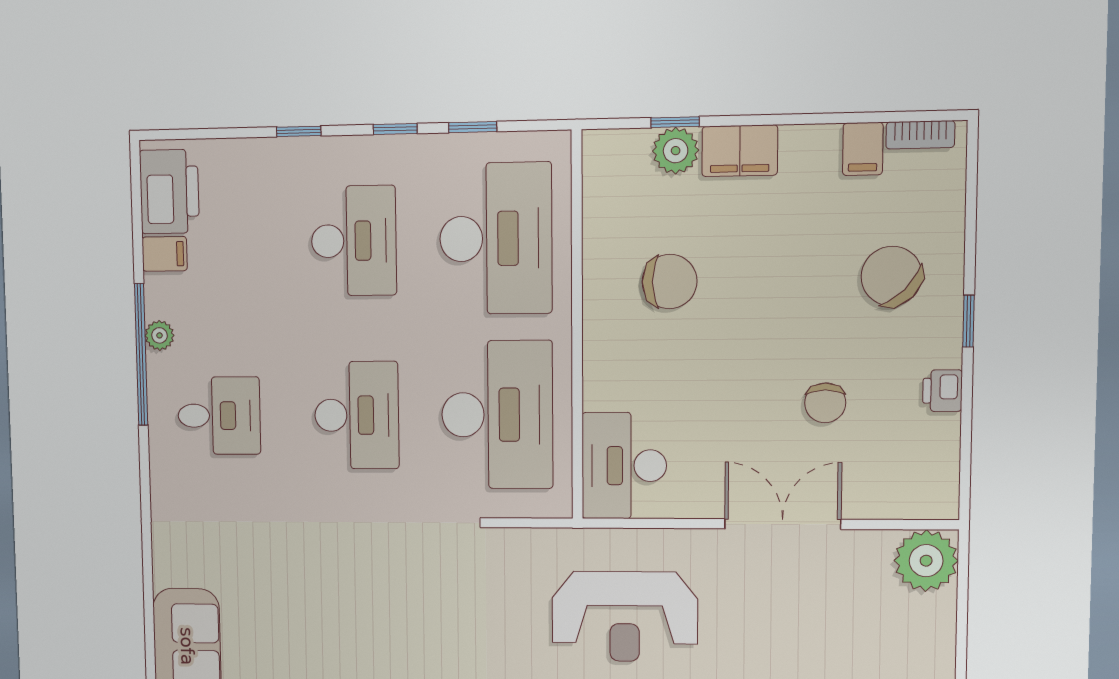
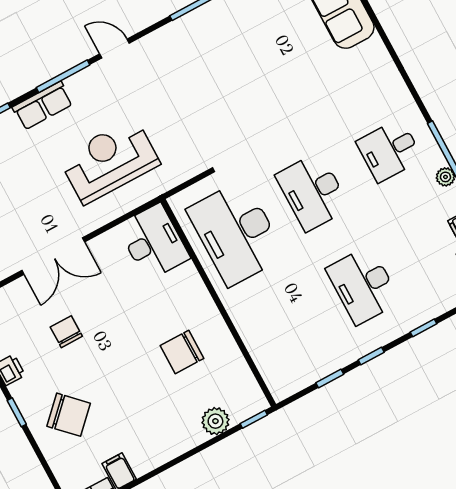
window: (675, 122) -> (254, 419), moved
filing cabinet: (740, 151) -> (182, 438), removed
desk: (496, 239) -> (287, 326), removed

